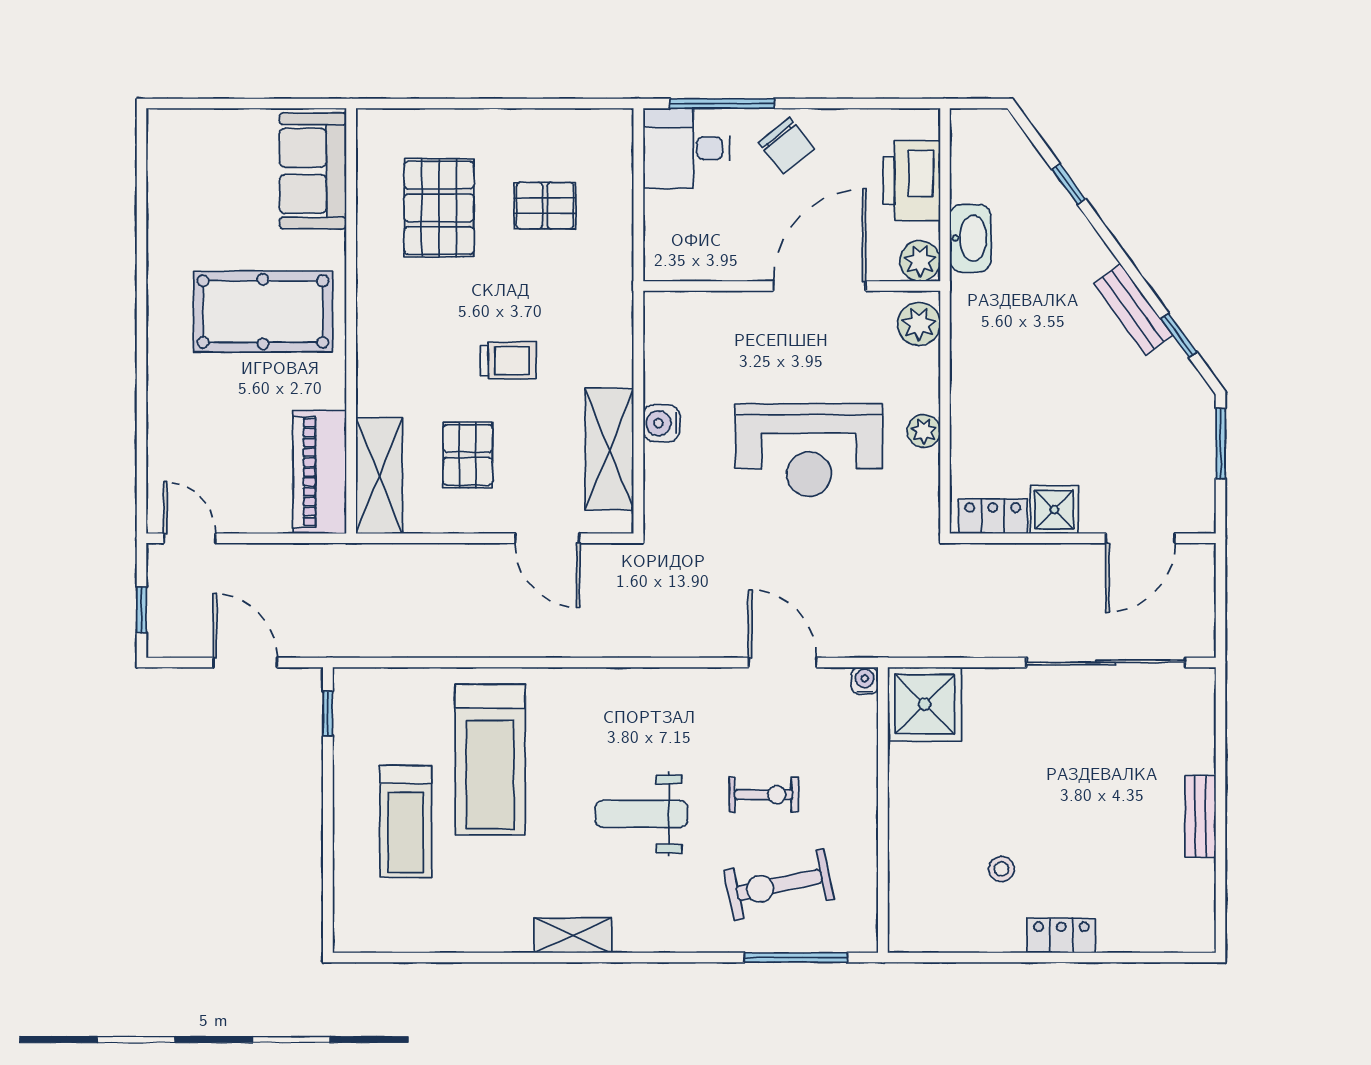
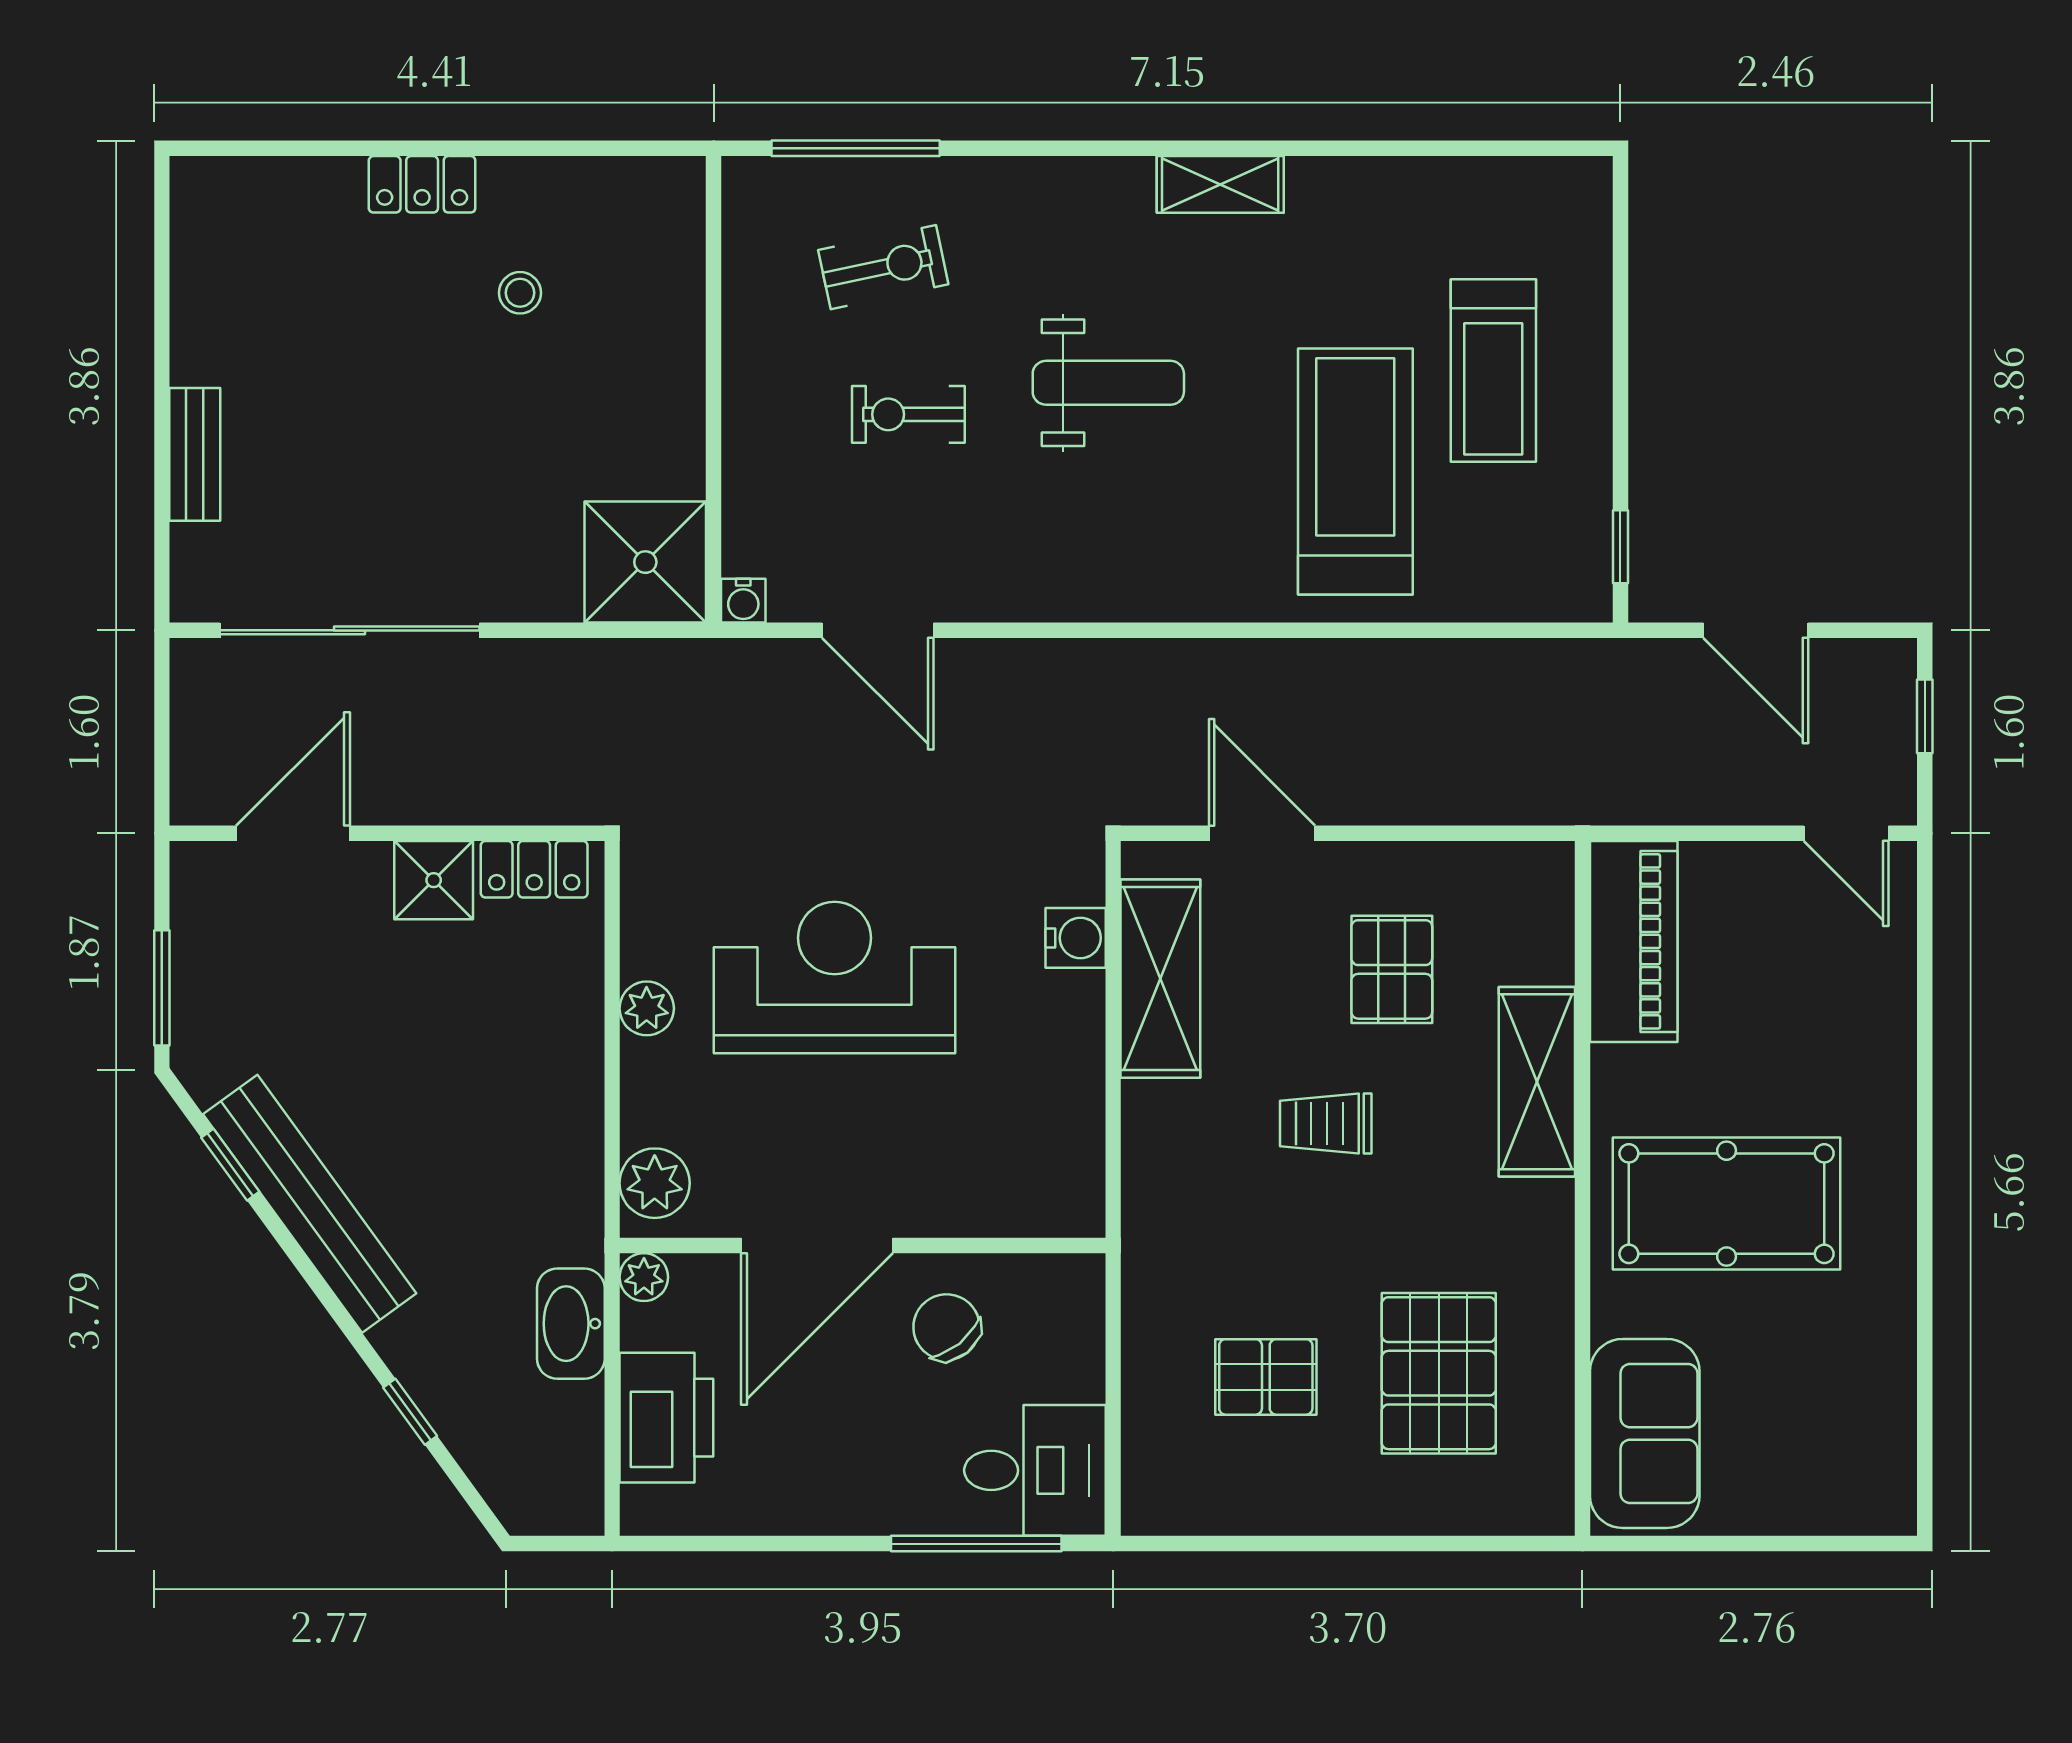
chair: (787, 146) -> (946, 1327), moved
plant: (920, 261) -> (644, 1277), width x0.73, depth x0.73
bench: (1133, 309) -> (310, 1204), width x1.86, depth x1.21
water cooler: (661, 423) -> (1076, 938), moved
shelving: (379, 476) -> (1537, 1082), moved
bench: (1200, 816) -> (195, 454), moved
treadmill: (406, 821) -> (1493, 371), turned 180
exercise bike: (779, 885) -> (883, 267), width x0.73, depth x0.72

